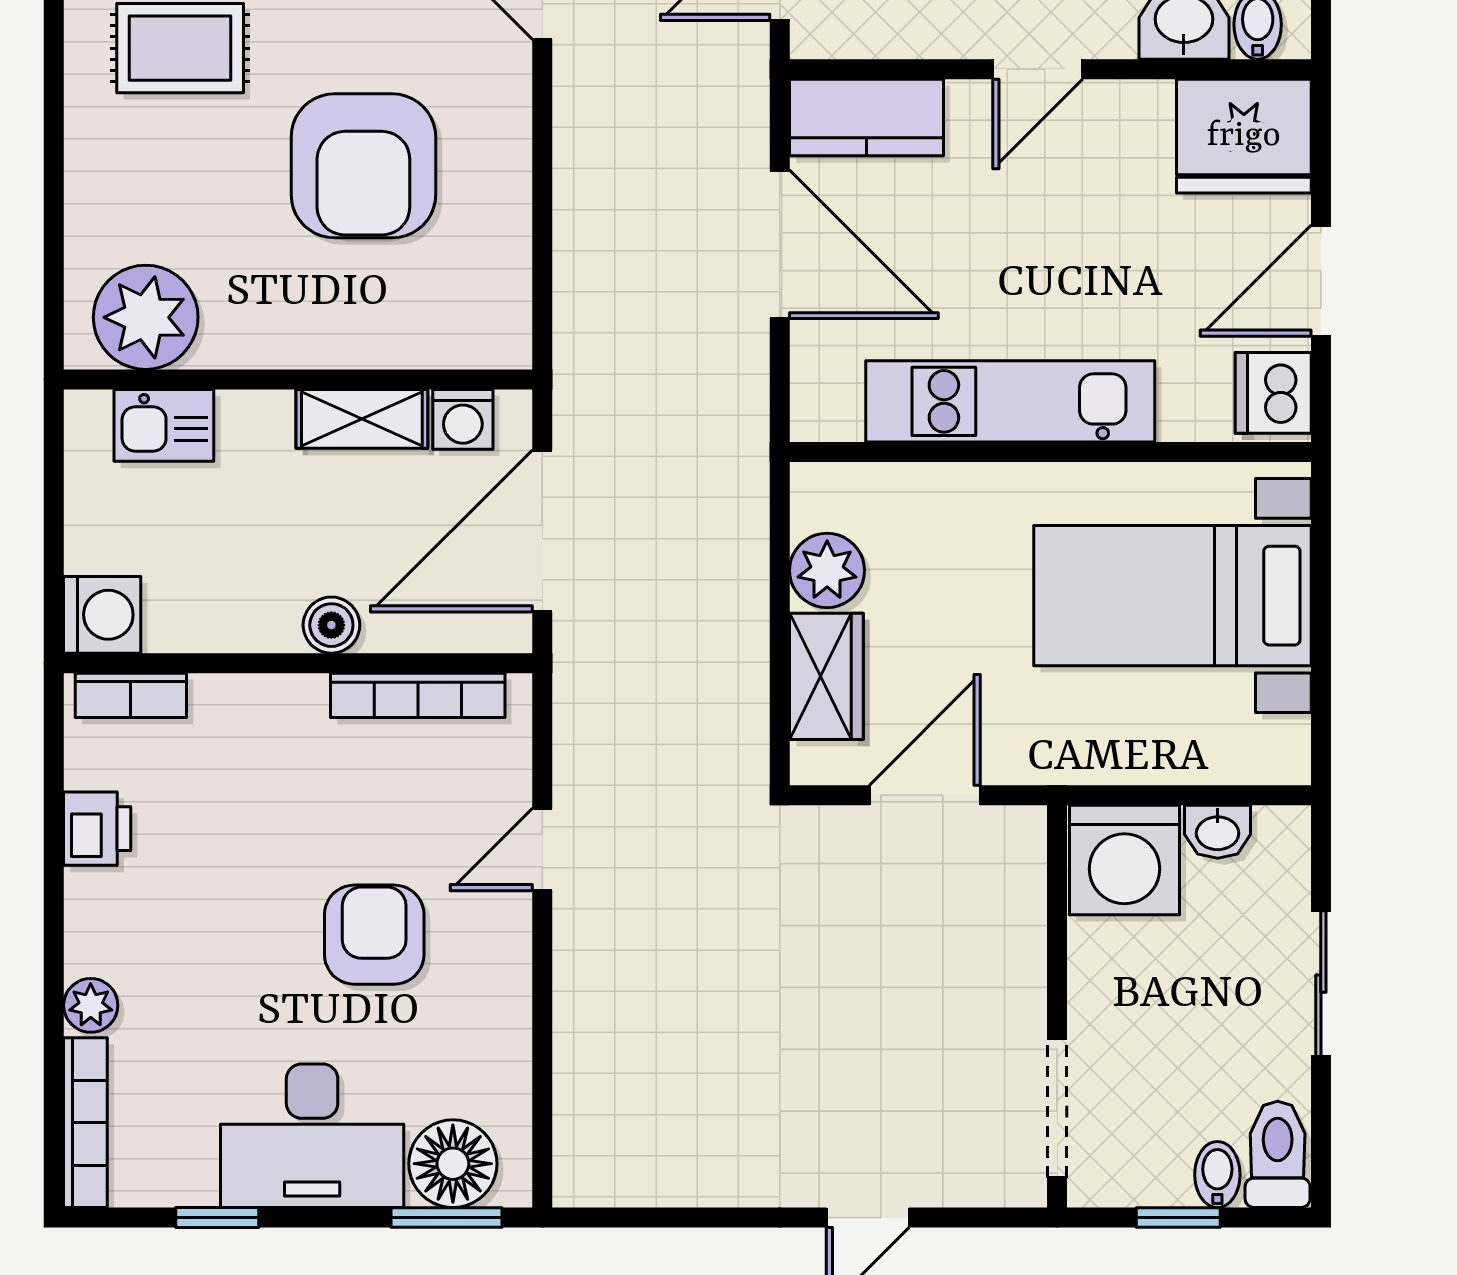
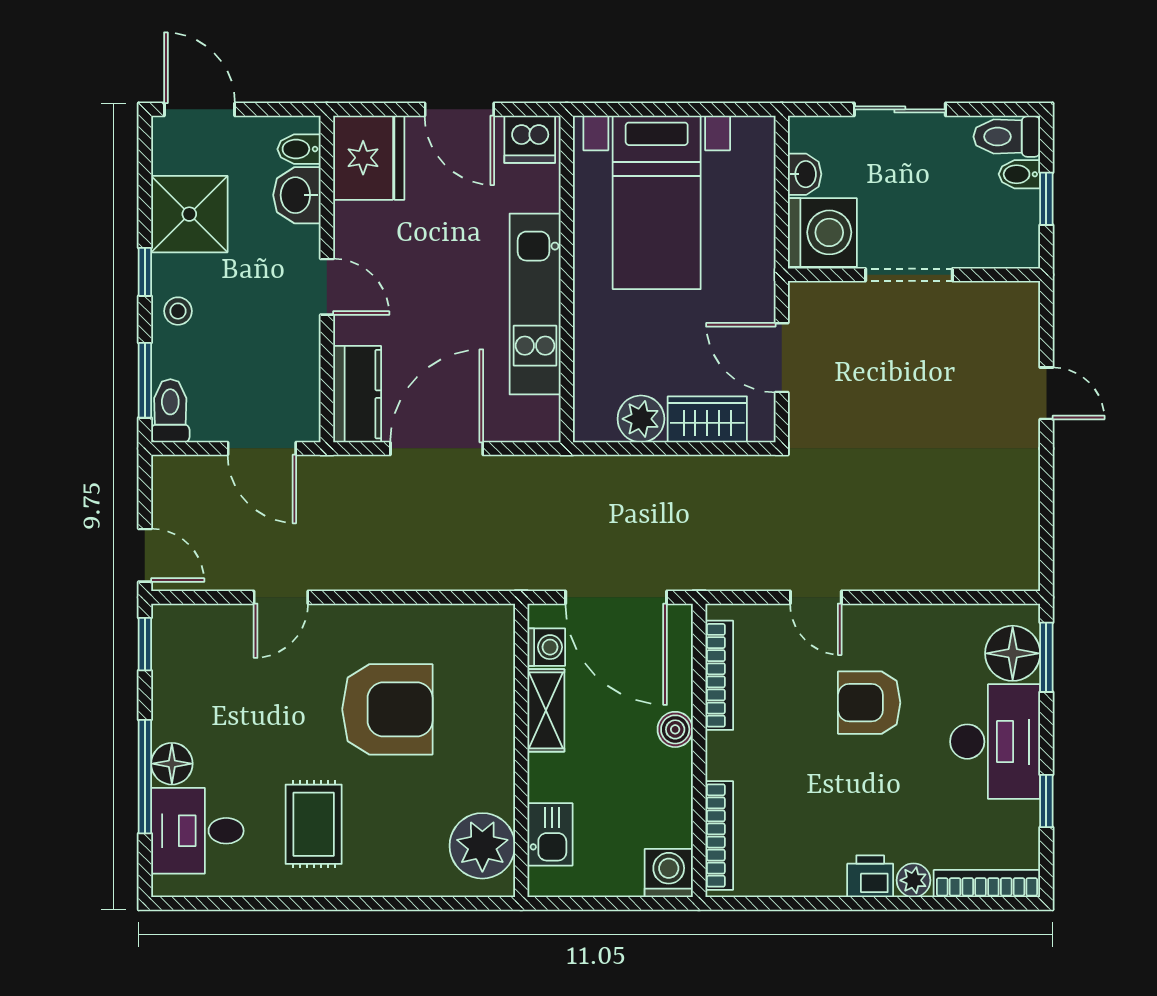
bookcase: (131, 695) -> (719, 835), width x1.56
printer: (97, 829) -> (870, 876), moved
doorway: (1057, 1108) -> (909, 275), moved

